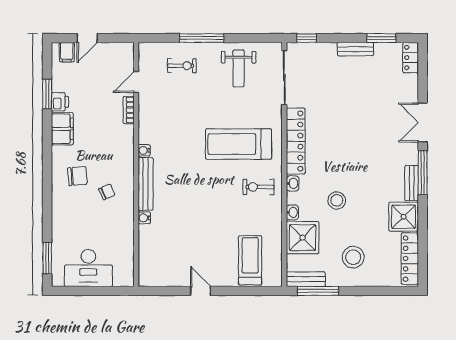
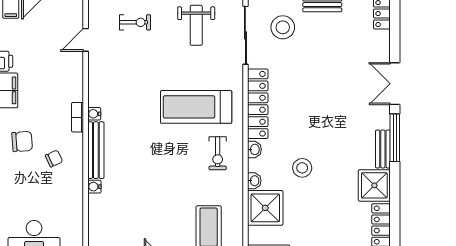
bookcase: (129, 110) -> (78, 117), moved
exercise bike: (258, 187) -> (218, 153), turned -90
stool: (353, 257) -> (283, 27), moved

